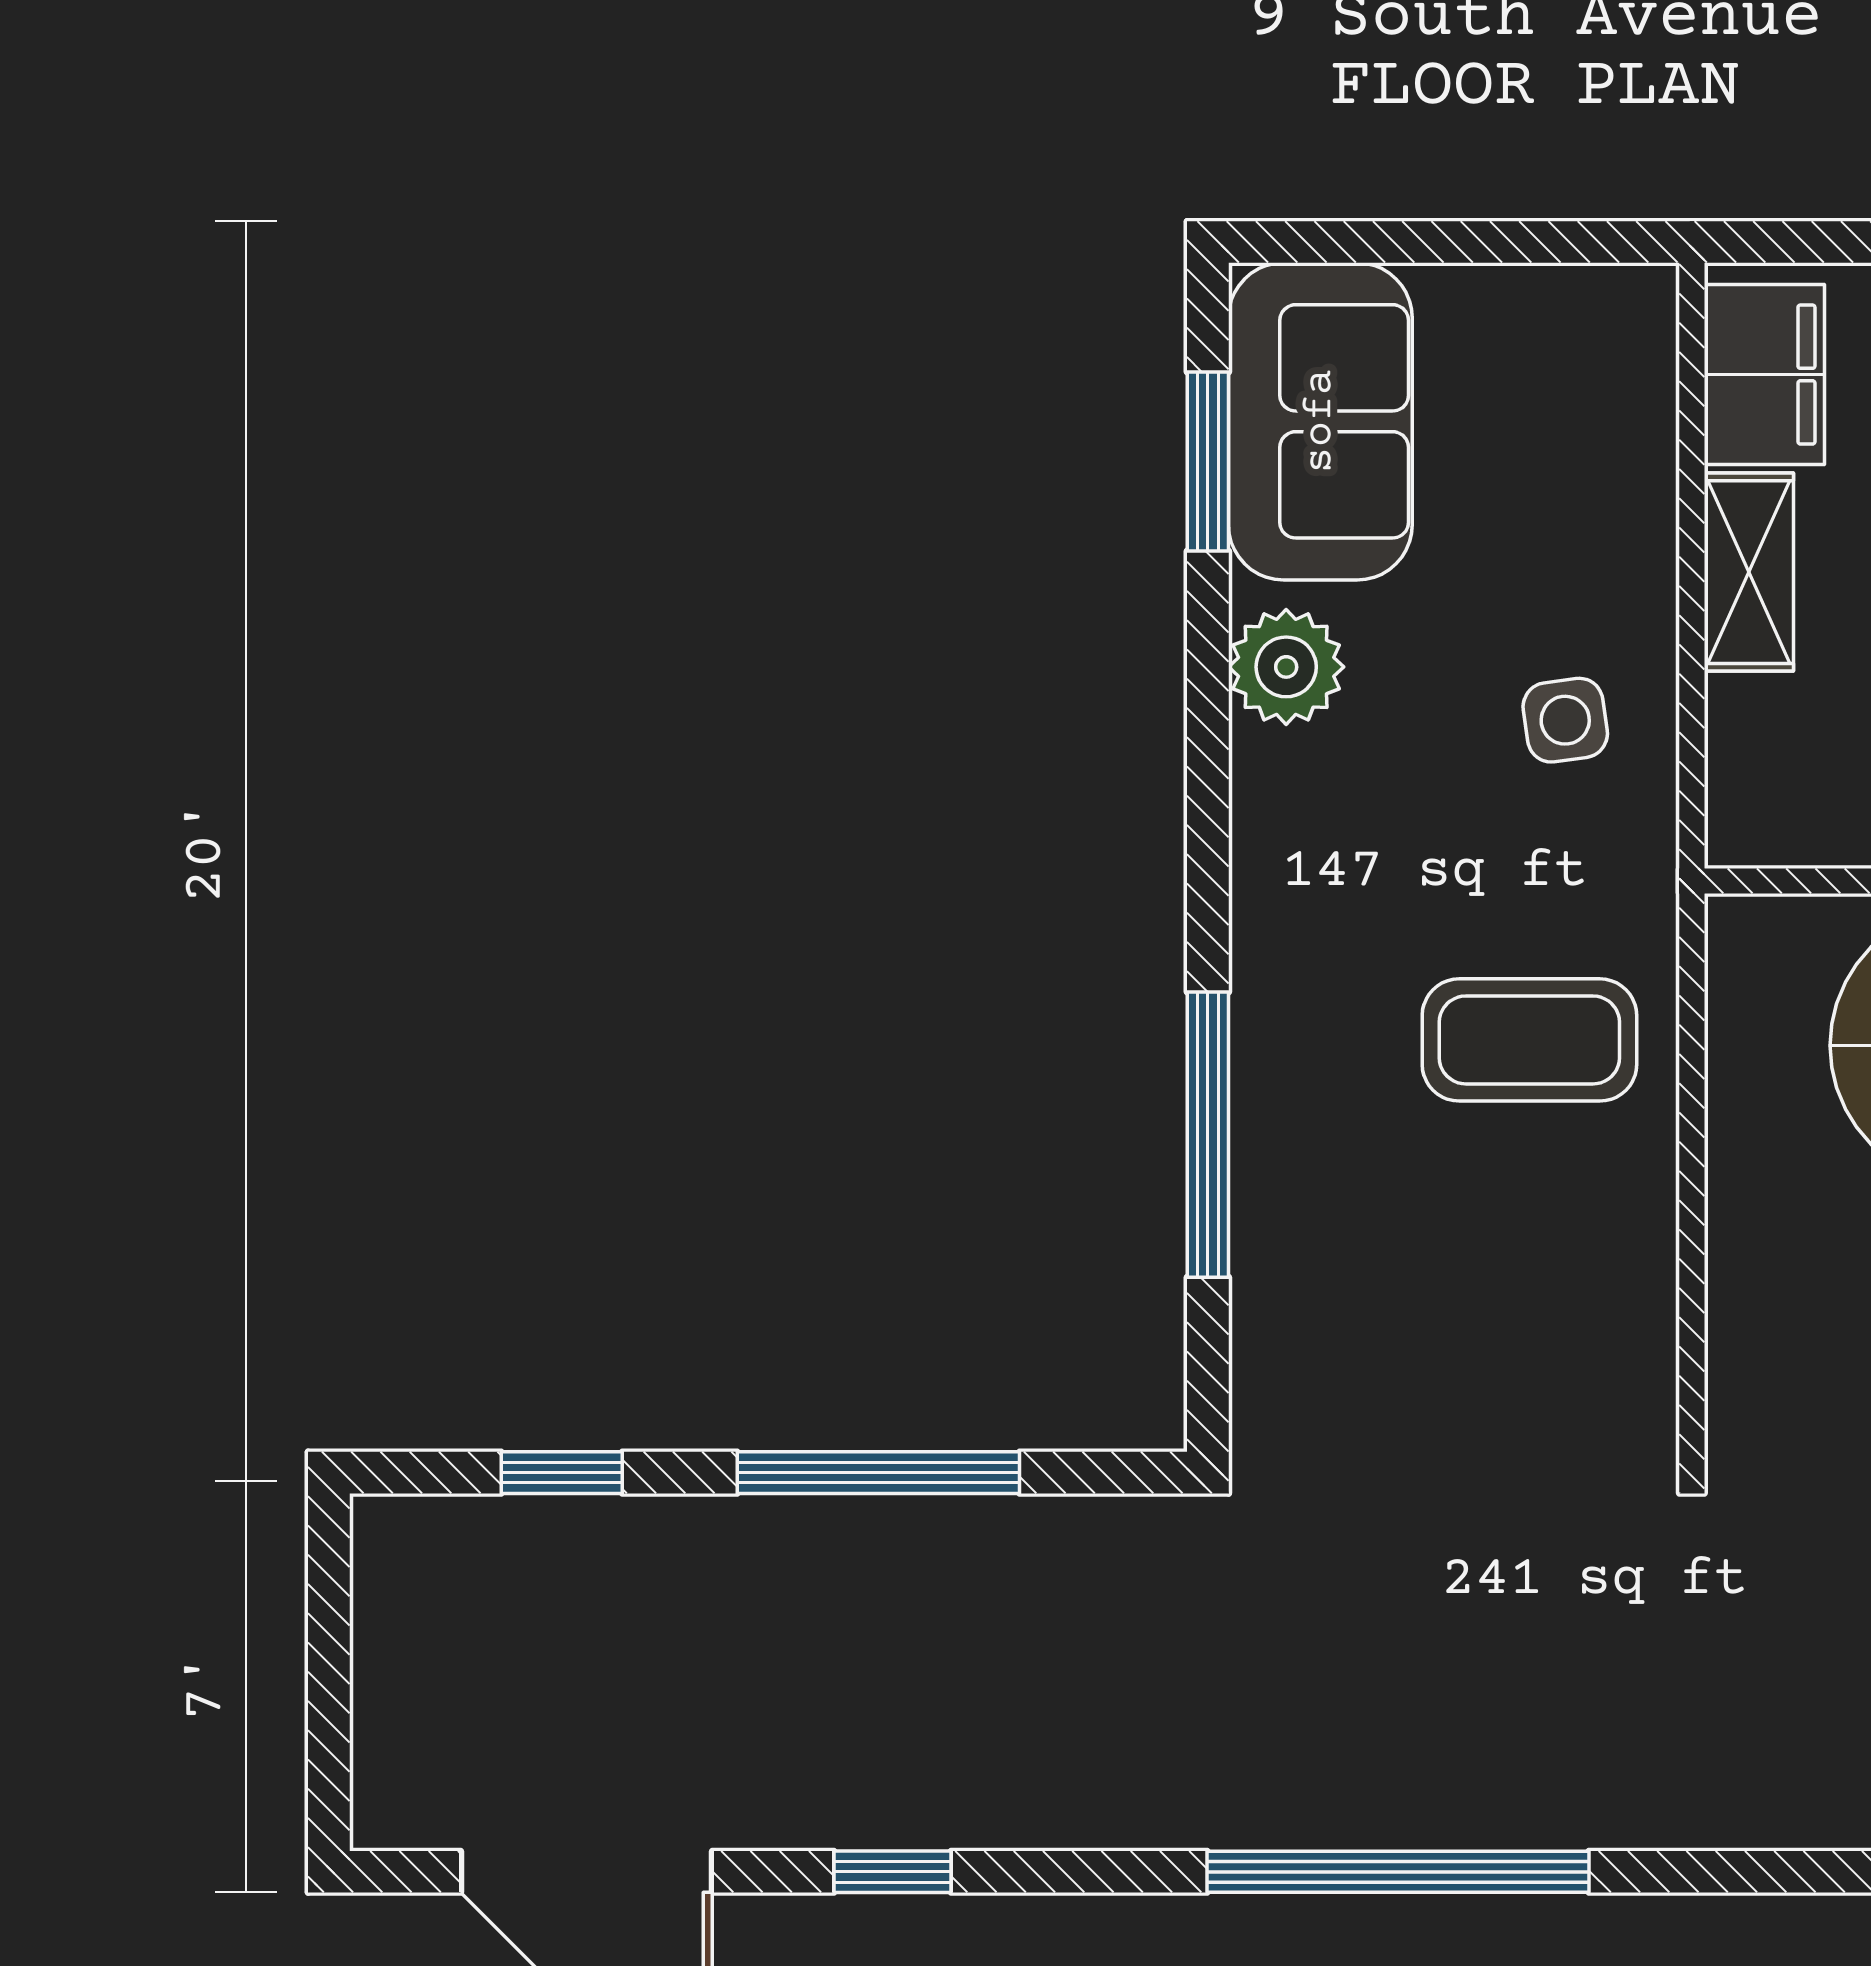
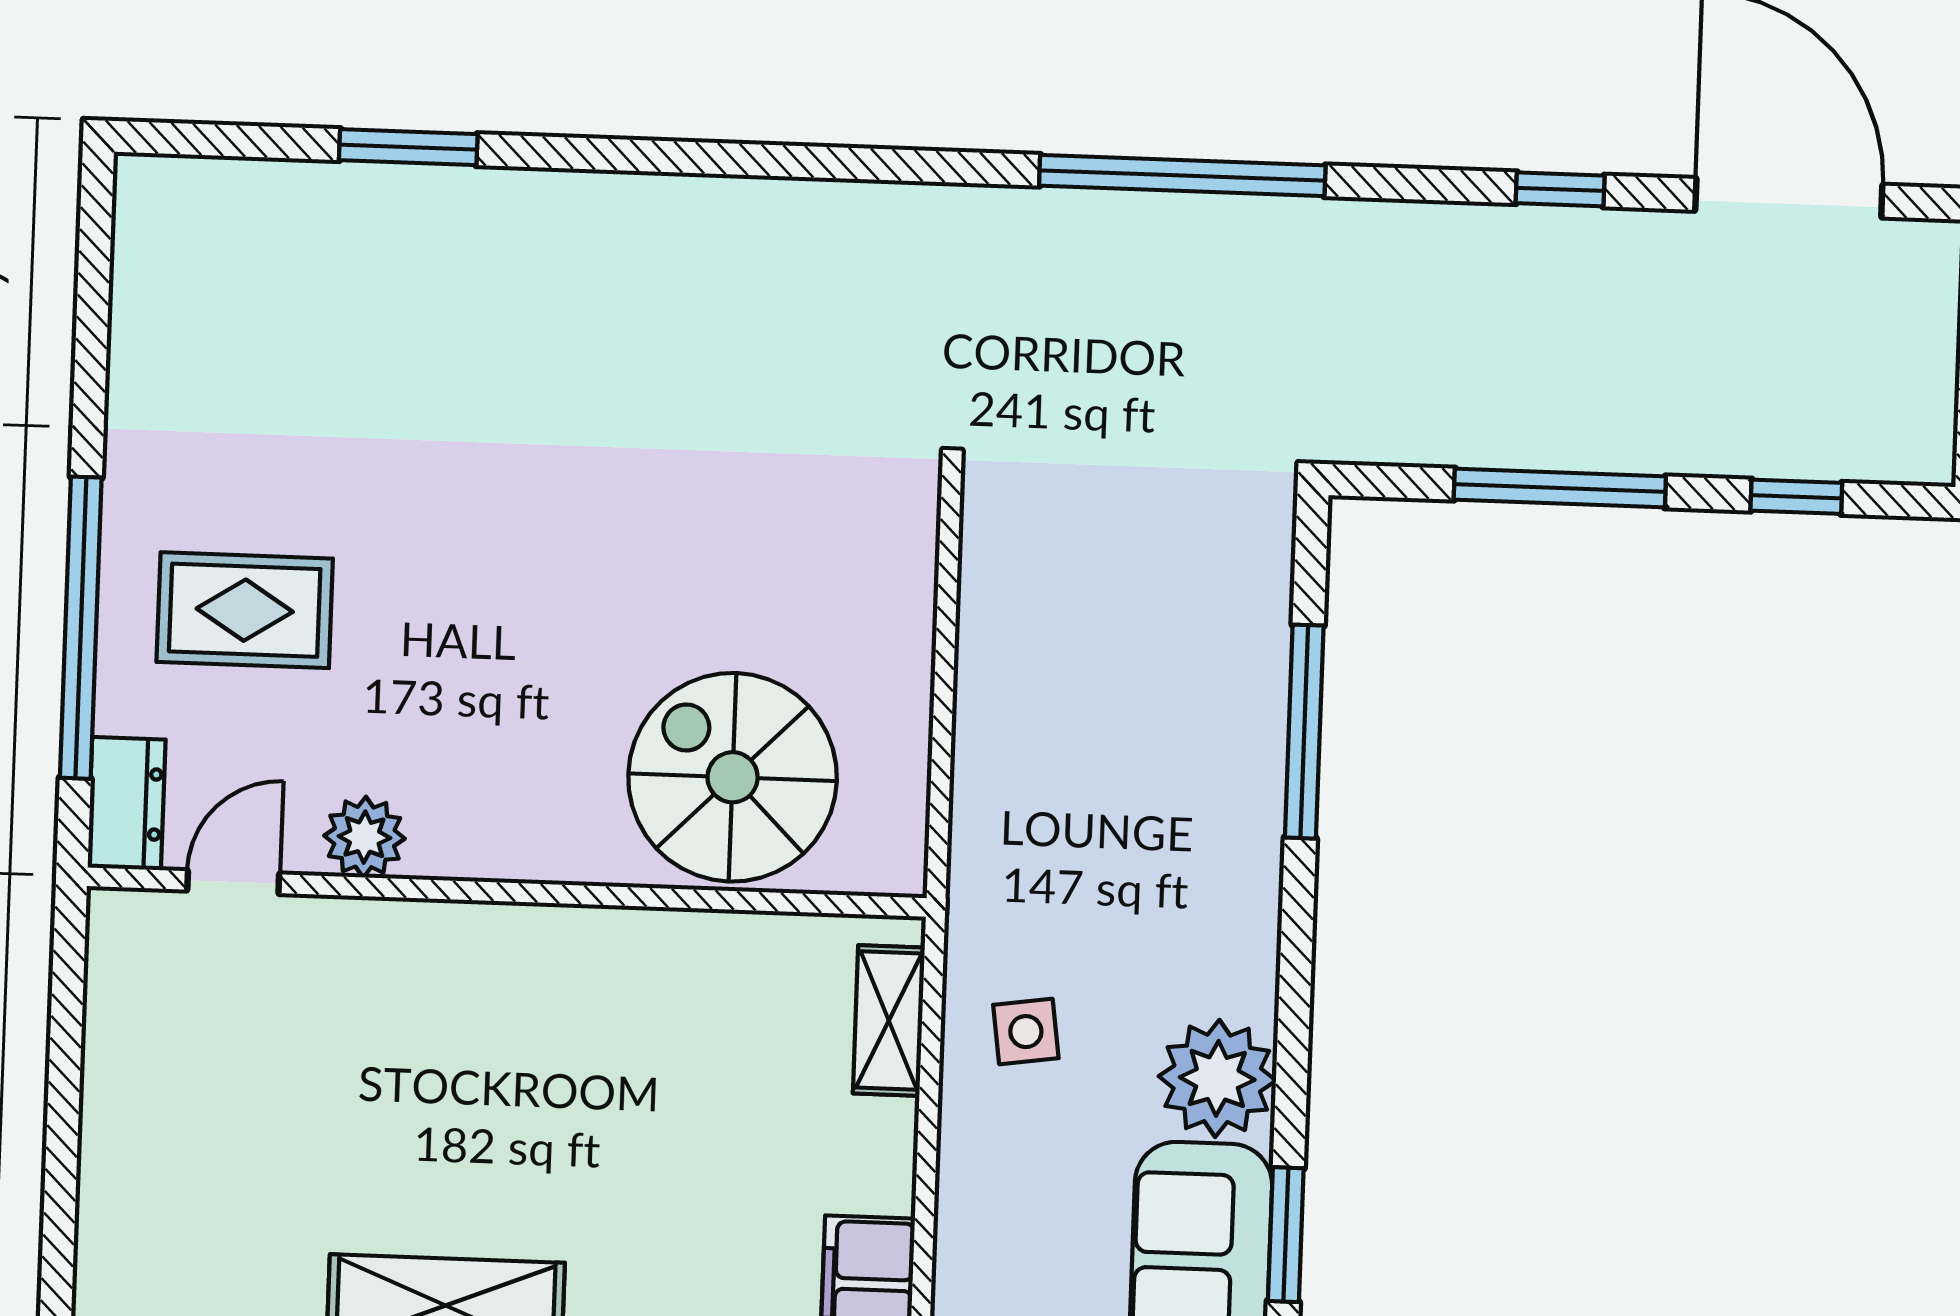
shelving: (1749, 572) -> (889, 1020), moved
plant: (1286, 667) -> (1217, 1078), width x1.36, depth x1.36
coffee table: (1529, 1040) -> (1061, 794), removed

